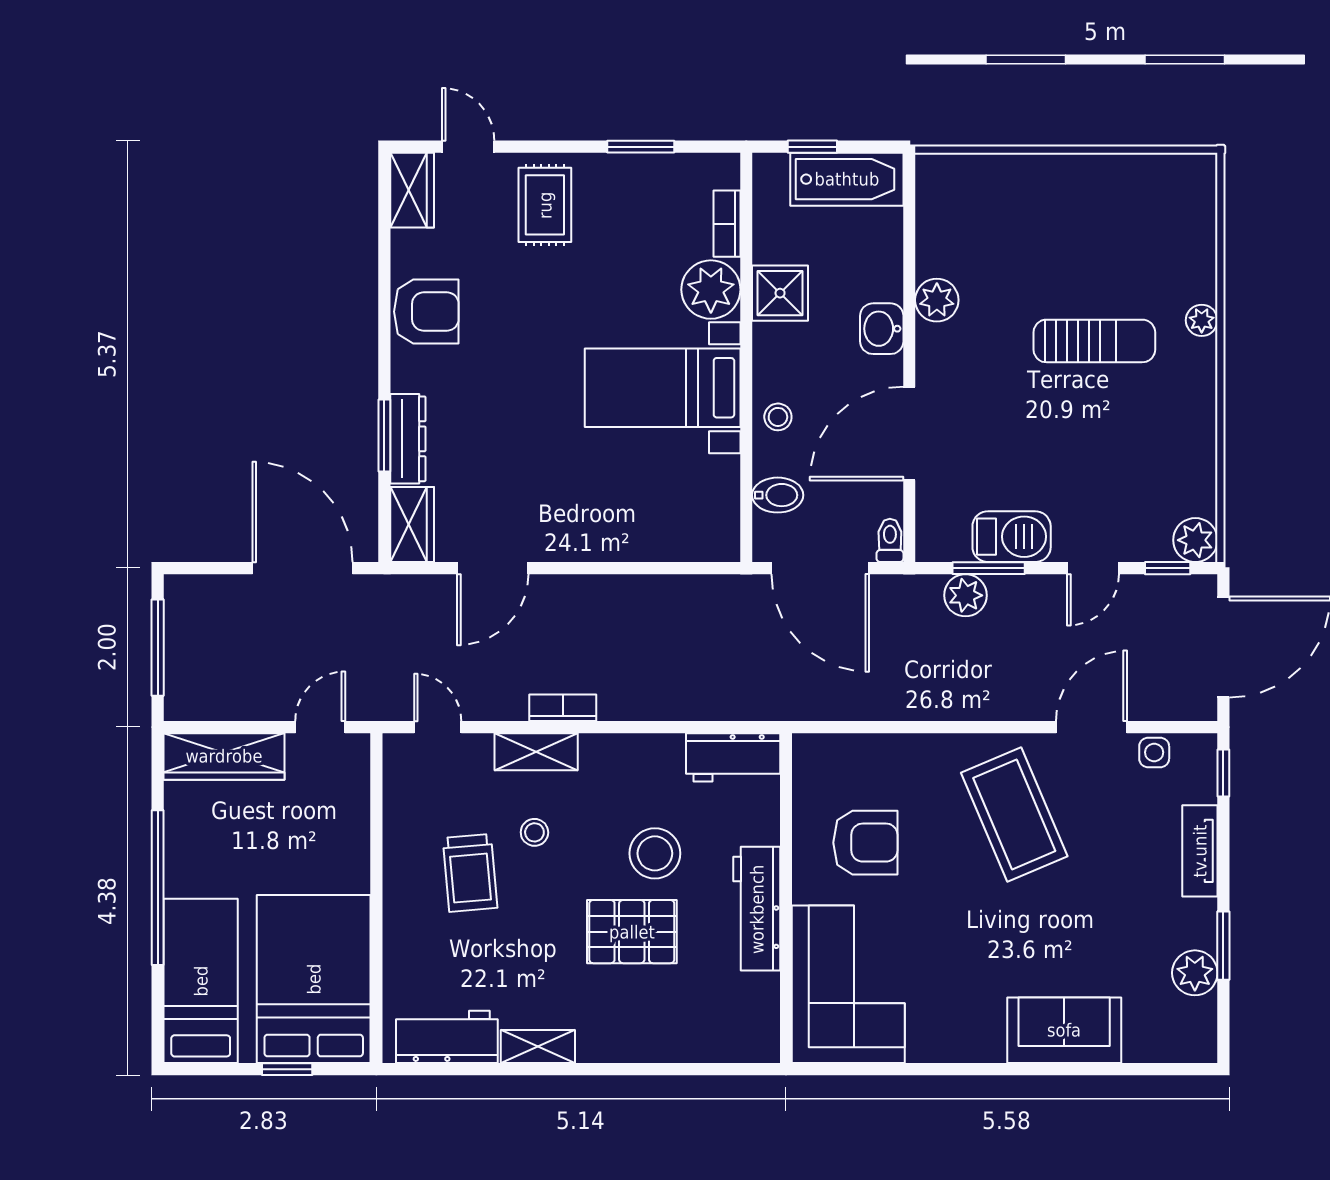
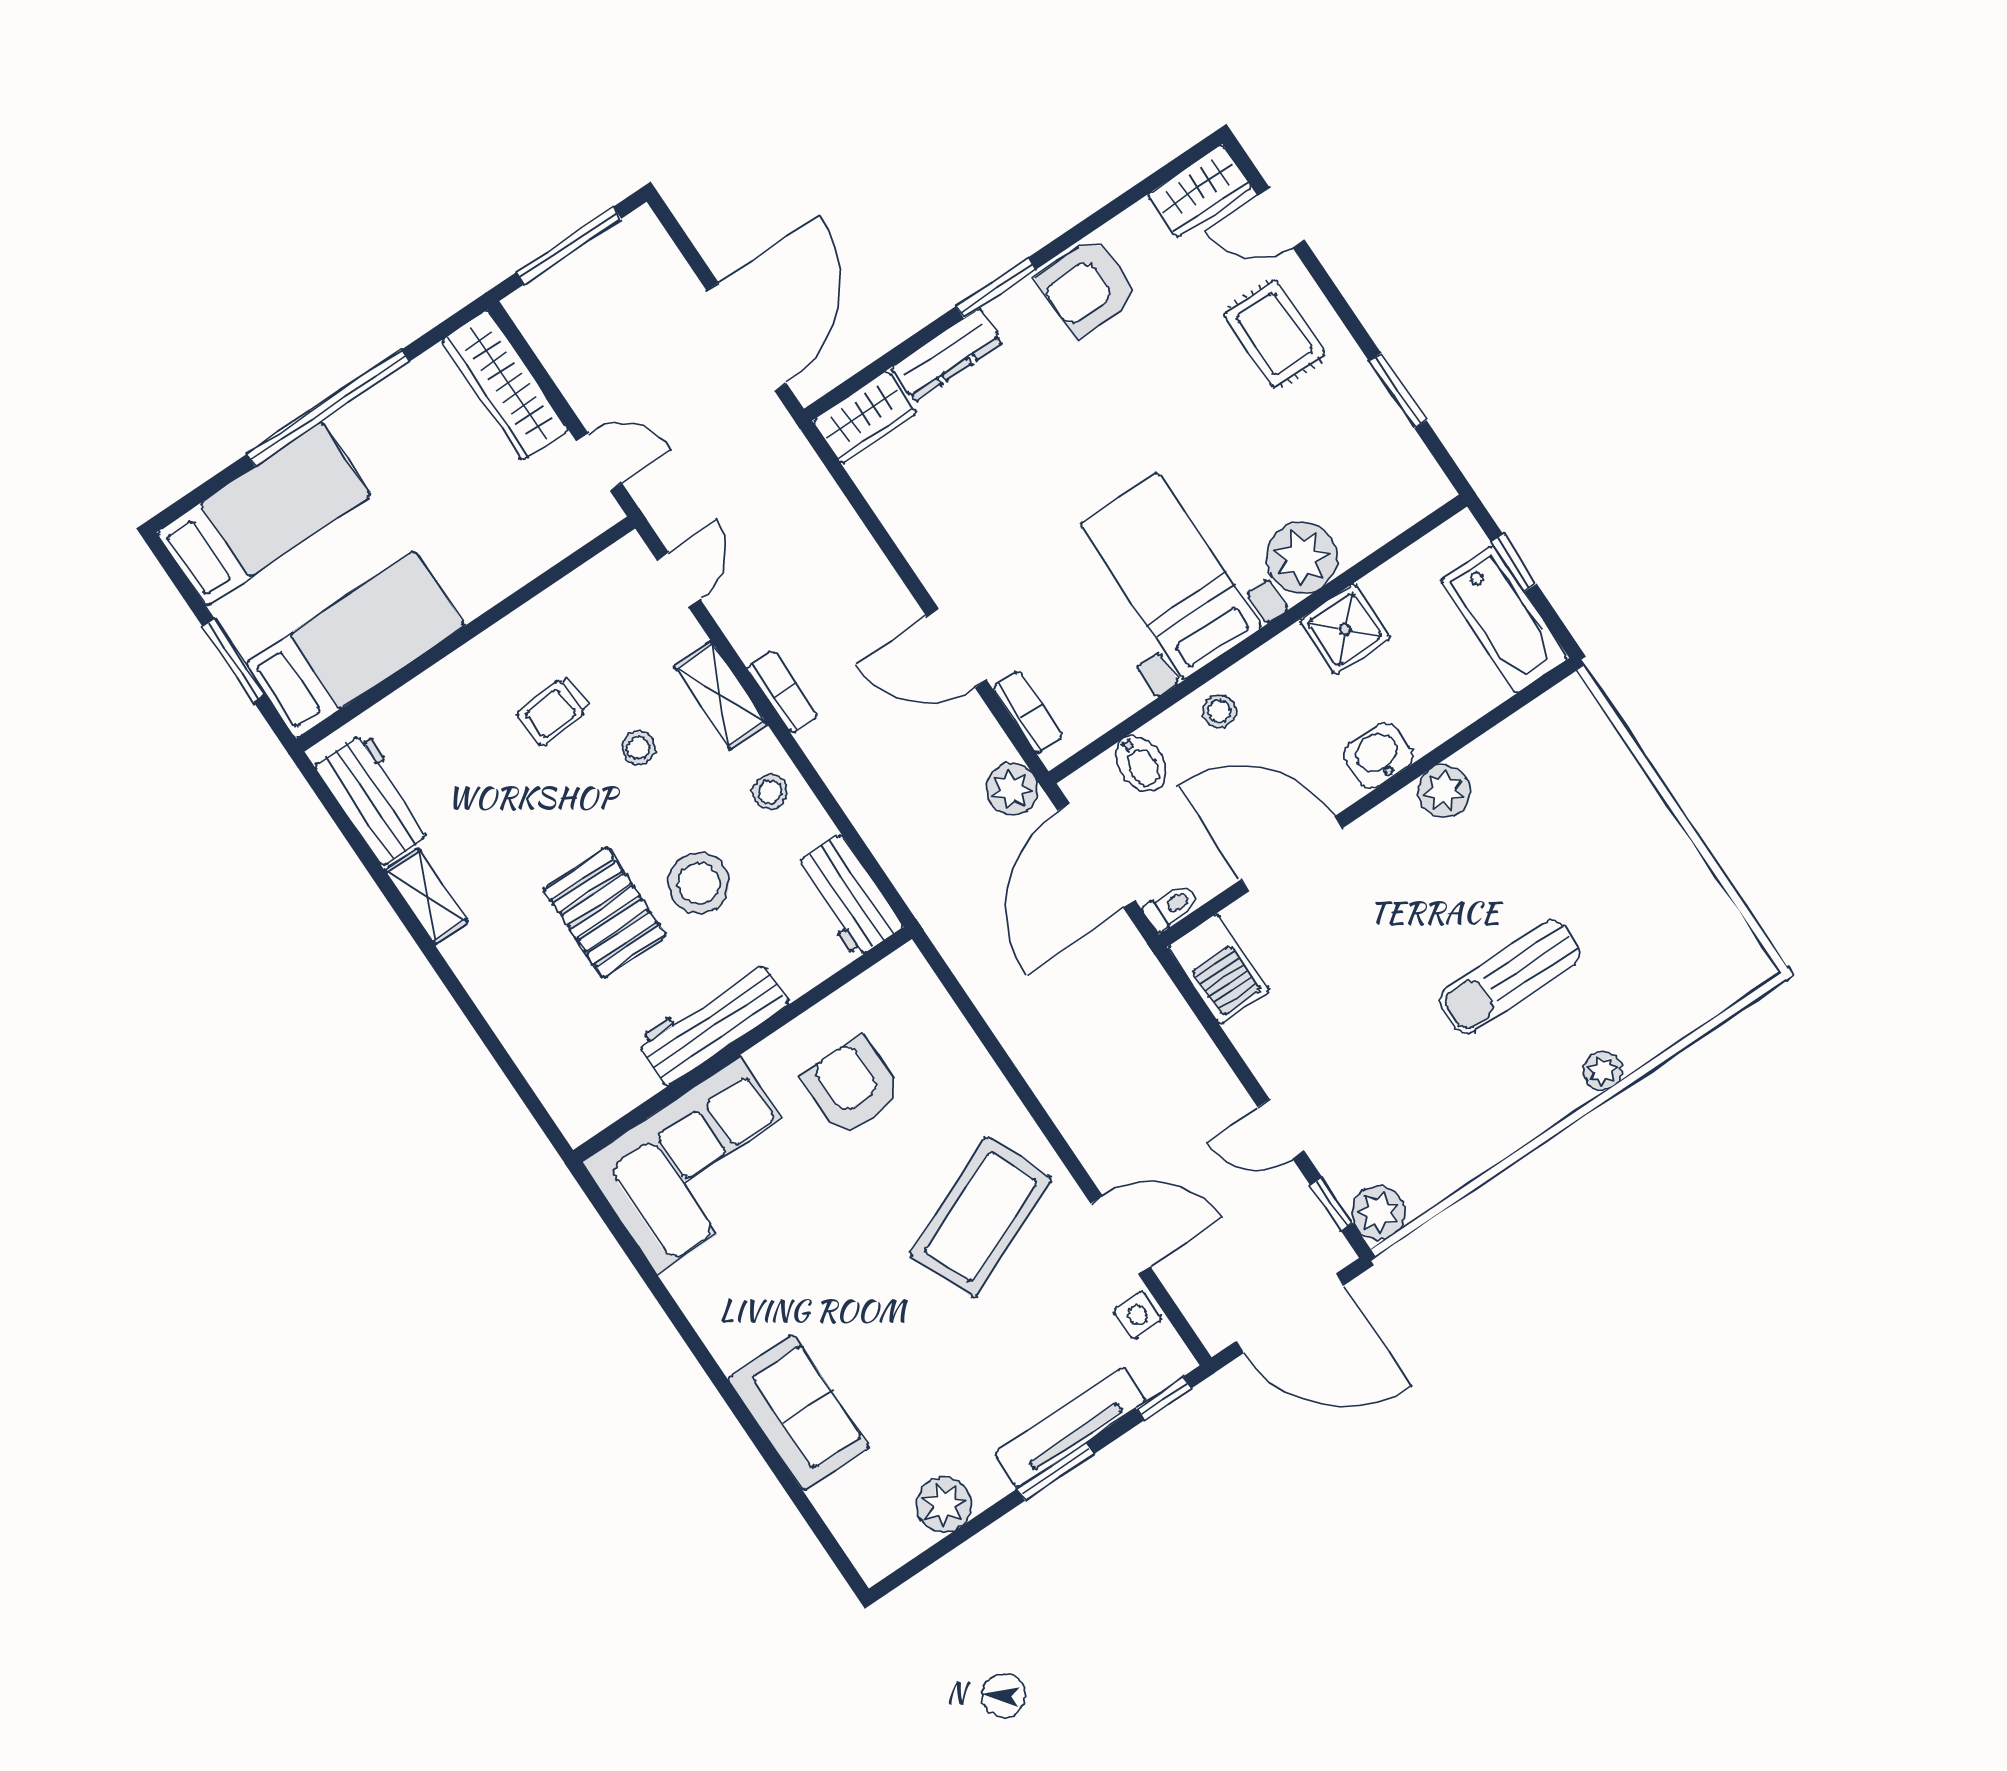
door: (468, 147) -> (1281, 218), swing flipped
rug: (545, 205) -> (1274, 334), turned 90
bookcase: (727, 224) -> (1028, 712), moved, turned 90
armchair: (426, 312) -> (1087, 287), turned 90
sun lounger: (1094, 341) -> (1510, 977), turned 90
window: (384, 436) -> (996, 288), moved
barbecue: (1012, 537) -> (1219, 969), moved
door: (493, 568) -> (957, 648), moved
window: (989, 568) -> (1210, 1024), removed
plant: (965, 595) -> (1012, 789), moved
stool: (625, 763) -> (770, 792), added
armchair: (865, 843) -> (852, 1087), turned 180
tv unit: (1200, 851) -> (1070, 1427), width x1.41
trolley: (470, 873) -> (554, 711), width x0.73, depth x0.72
window: (1223, 946) -> (1055, 1471), moved
bed: (314, 979) -> (355, 645), width x0.67
window: (287, 1069) -> (234, 660), width x1.50

